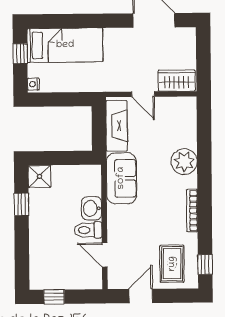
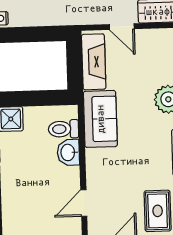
toilet: (88, 230) -> (64, 129), moved
door: (105, 255) -> (84, 203), hinge flipped

